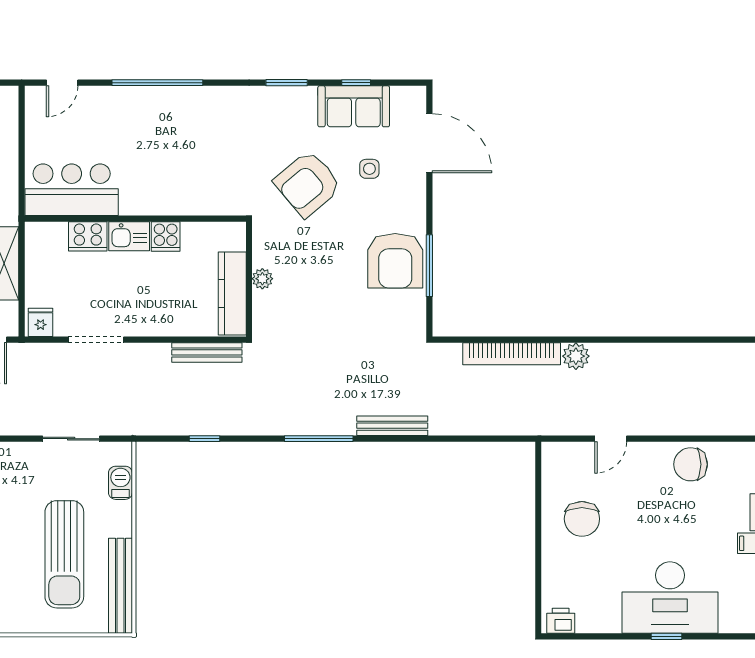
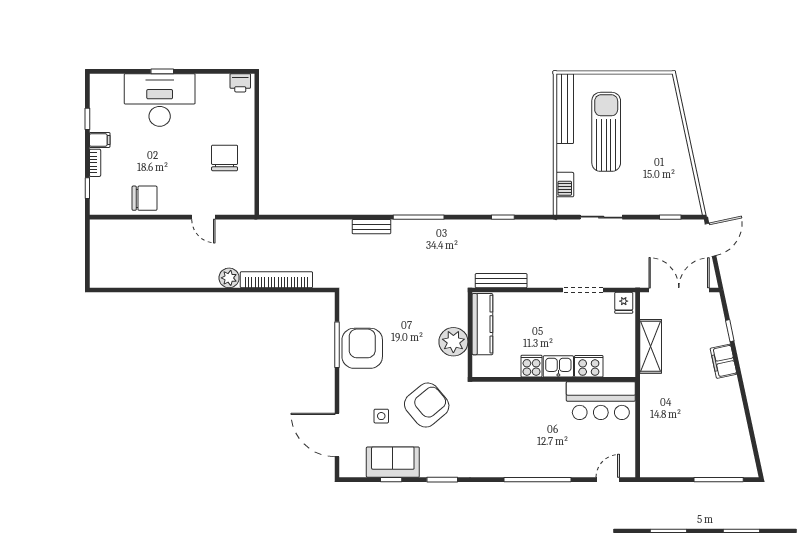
plant: (262, 279) -> (453, 342), width x1.87, depth x1.87
bench: (392, 426) -> (371, 227), width x0.73
door: (611, 439) -> (203, 217), swing flipped

